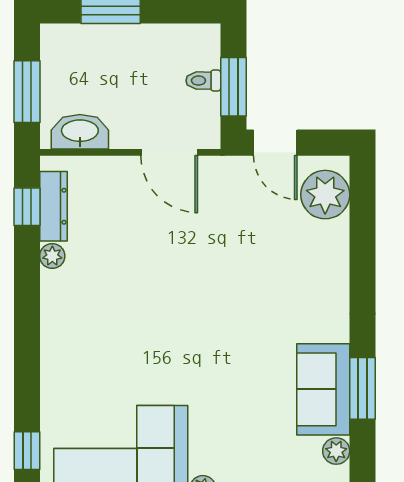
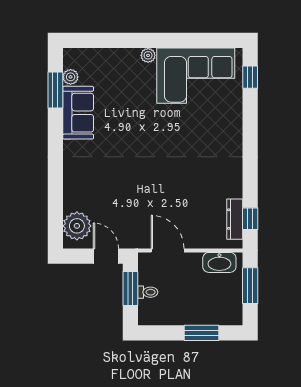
plant: (52, 256) -> (236, 190), removed
window: (362, 388) -> (55, 90), moved

